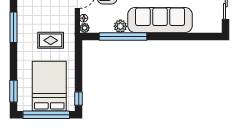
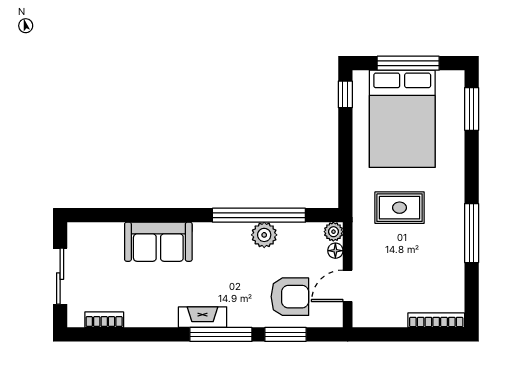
sofa: (160, 20) -> (158, 242), width x0.54, depth x0.79
window: (46, 115) -> (408, 63), width x0.68

